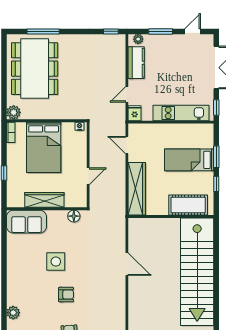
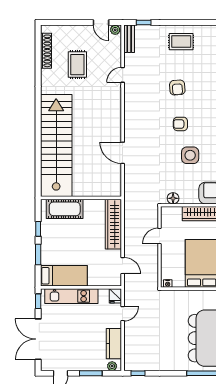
bed: (189, 160) -> (64, 276), moved

